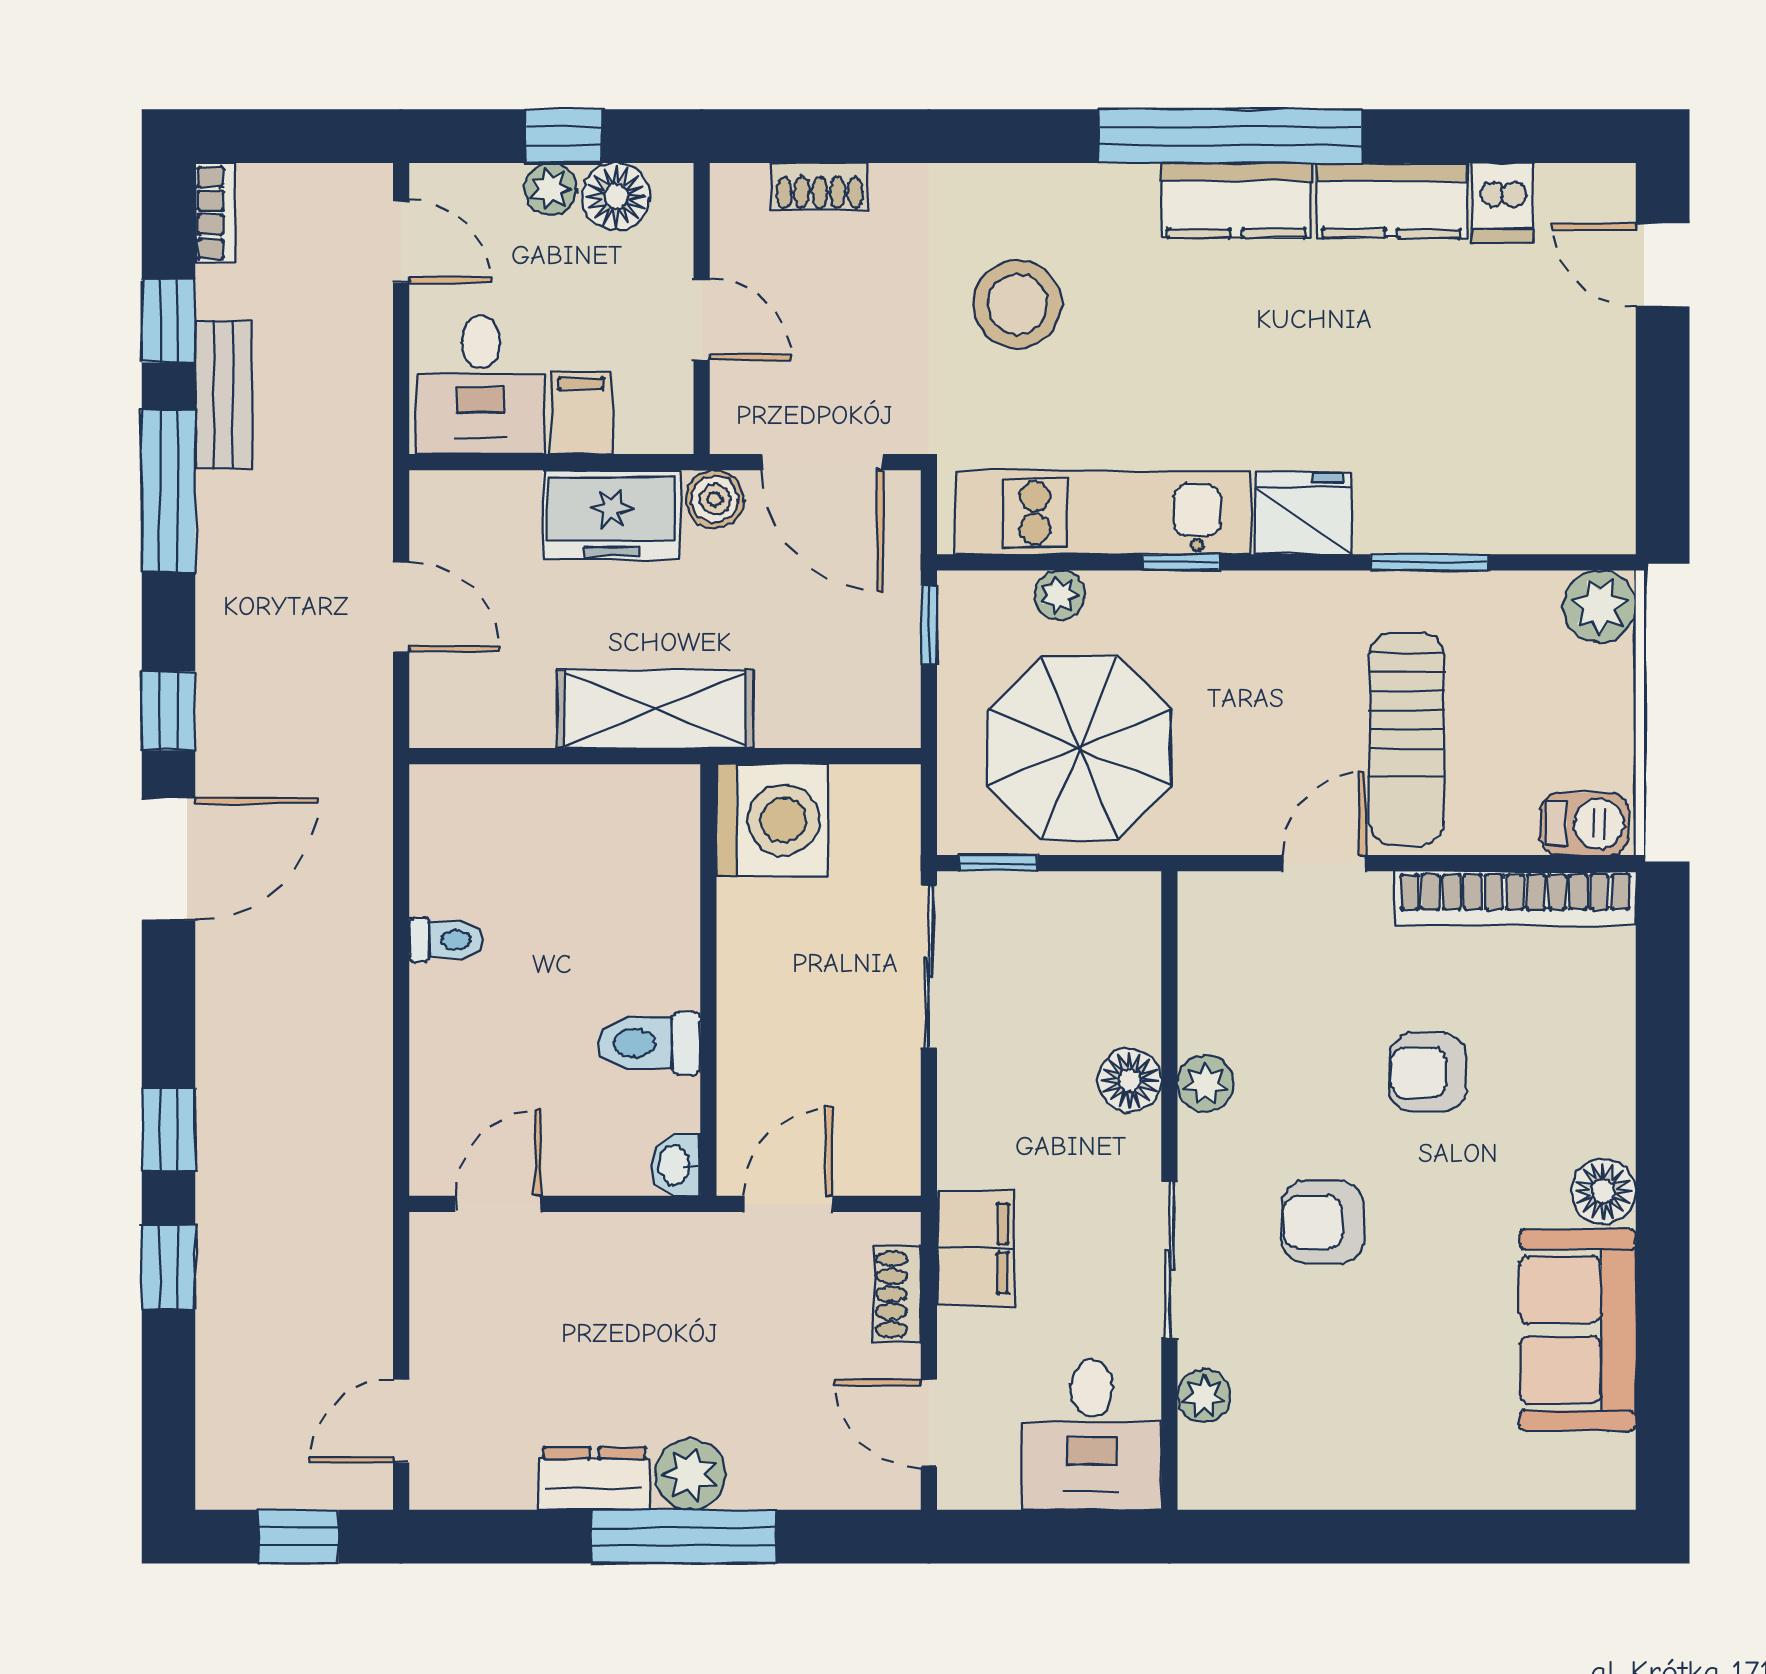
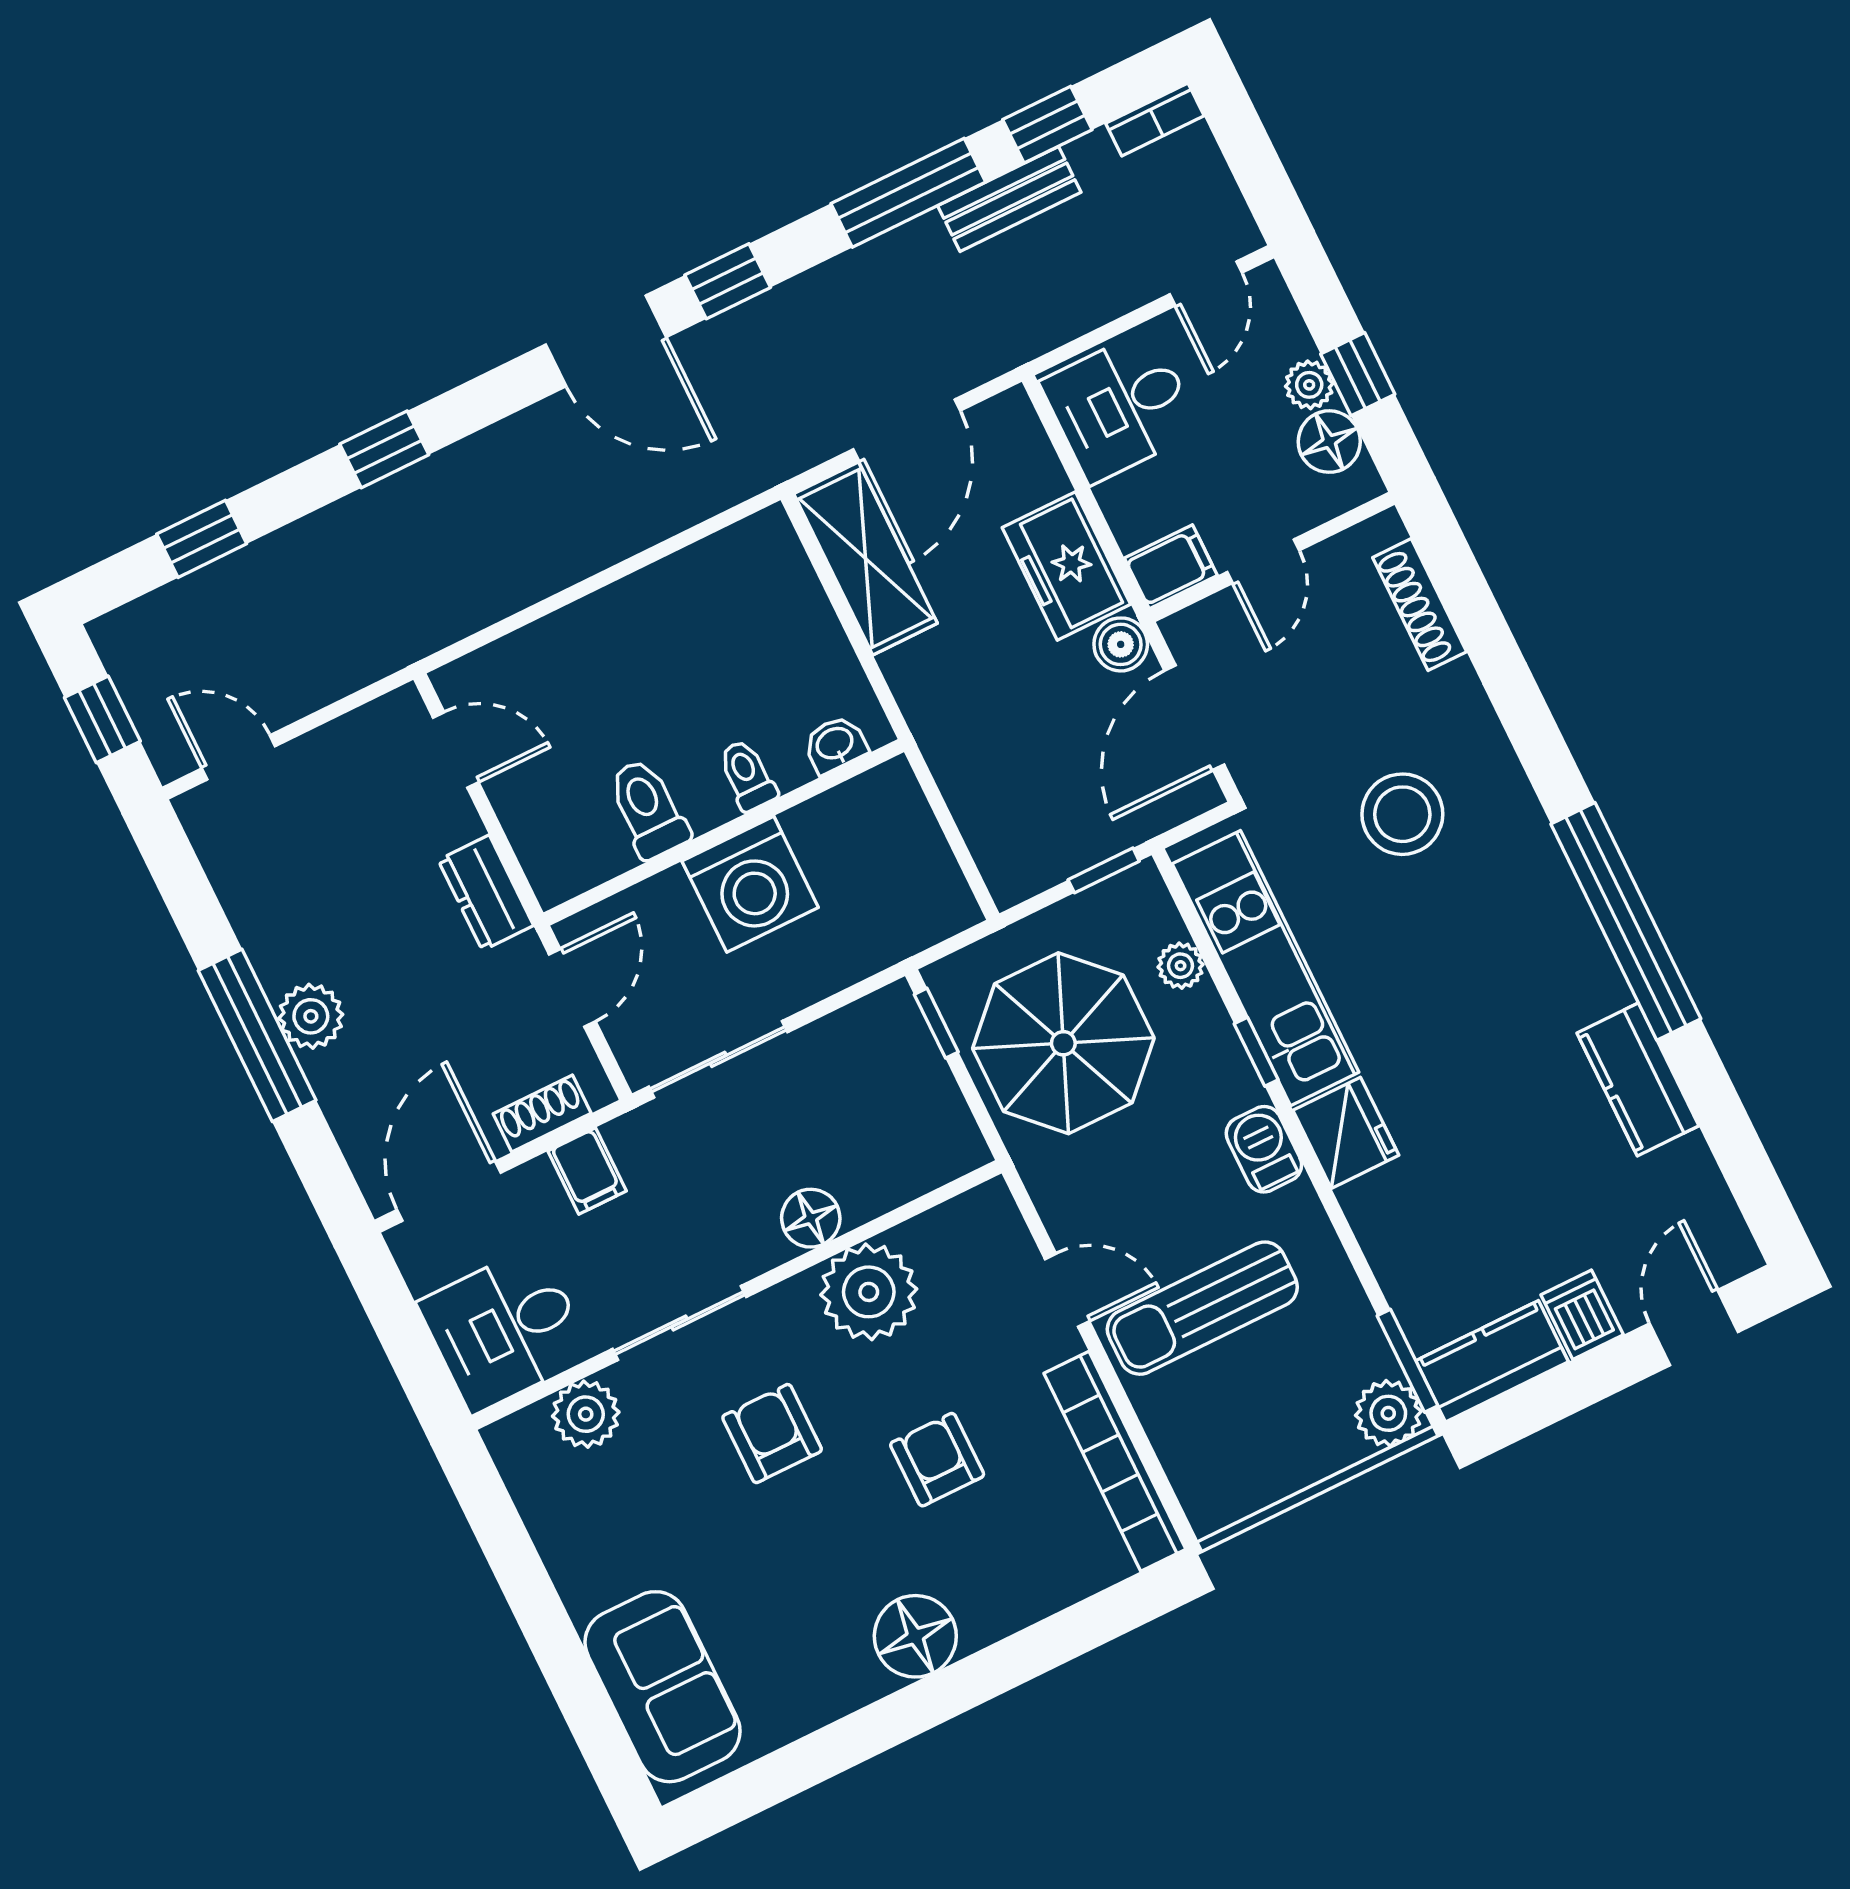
shoe rack: (820, 186) -> (1420, 605), width x1.43
kitchen counter: (1236, 200) -> (1492, 1361), moved, turned 90
dishwasher: (1503, 202) -> (1582, 1315), moved, turned 90
filing cabinet: (581, 413) -> (1171, 567), moved
window: (1429, 562) -> (1408, 1361), moved
door: (401, 607) -> (907, 430), width x1.38
shelving: (655, 709) -> (866, 558), moved
washing machine: (772, 820) -> (750, 884), moved
barbecue: (1585, 824) -> (1264, 1149), moved, turned 180
toilet: (446, 940) -> (747, 775), moved, turned 180
sliding door: (929, 967) -> (718, 1059), moved
plant: (1206, 1083) -> (869, 1292), width x1.88, depth x1.88
washbasin: (676, 1165) -> (835, 744), moved
floor lamp: (1603, 1191) -> (915, 1636), width x1.38, depth x1.38
door: (788, 1204) -> (572, 988), hinge flipped
filing cabinet: (976, 1248) -> (587, 1171), width x0.50
window: (168, 1267) -> (202, 539), moved
sofa: (1578, 1330) -> (663, 1687), moved, turned 90
plant: (1204, 1396) -> (586, 1414), width x1.38, depth x1.38
door: (929, 1423) -> (449, 1191), width x1.38
dresser: (594, 1479) -> (486, 893), moved, turned 180

